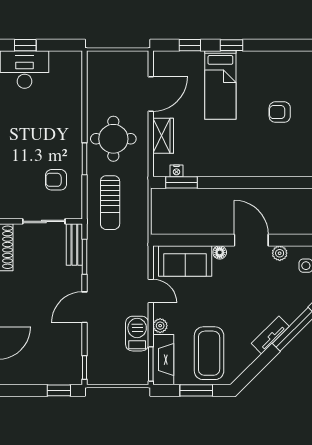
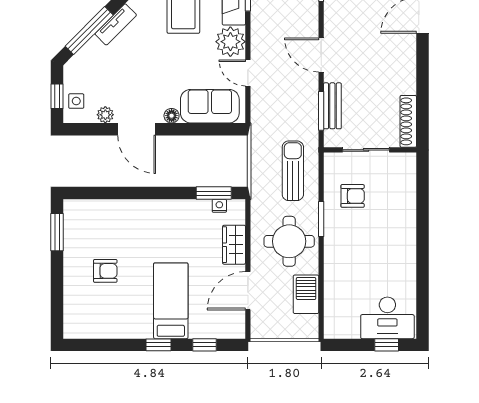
bench: (74, 245) -> (332, 106), moved
door: (84, 307) -> (321, 55), swing flipped
plant: (160, 326) -> (230, 42), width x1.88, depth x1.88
barbecue: (137, 334) -> (306, 294), moved, turned 180

